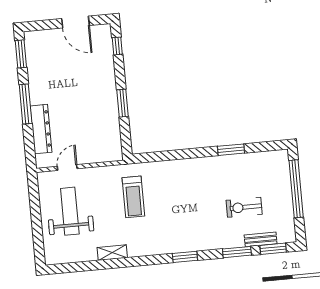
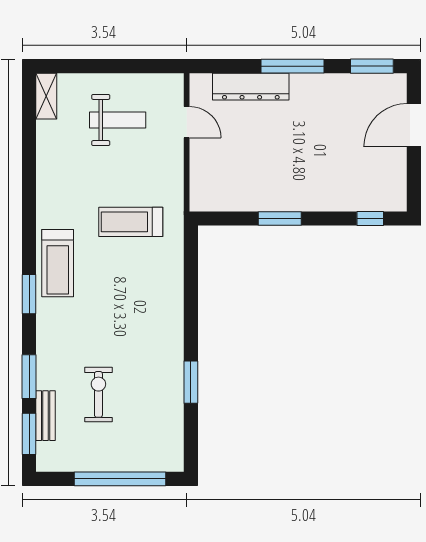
door: (76, 22) -> (414, 125), moved
weight bench: (70, 211) -> (118, 120), width x0.73, depth x0.75
treadmill: (164, 241) -> (58, 263), added
shelving: (112, 253) -> (46, 96), moved

